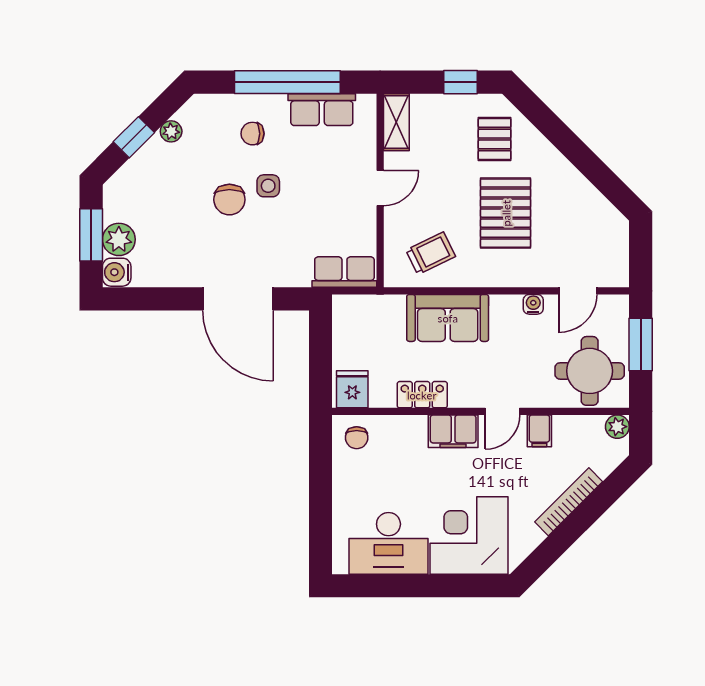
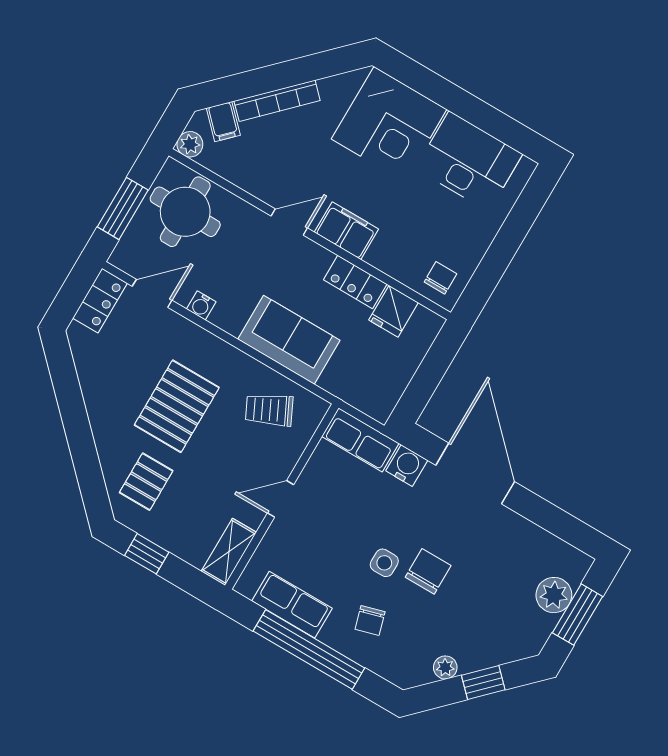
chair: (252, 134) -> (370, 620), turned 74
locker: (616, 261) -> (100, 301), added
water cooler: (117, 272) -> (407, 466), moved, turned -90
fridge: (352, 389) -> (394, 311), moved
filing cabinet: (539, 431) -> (223, 122), moved, turned 135

